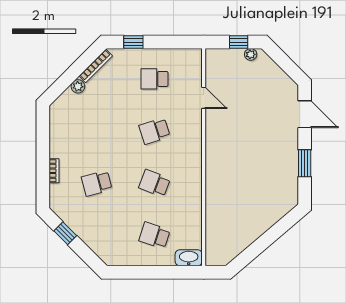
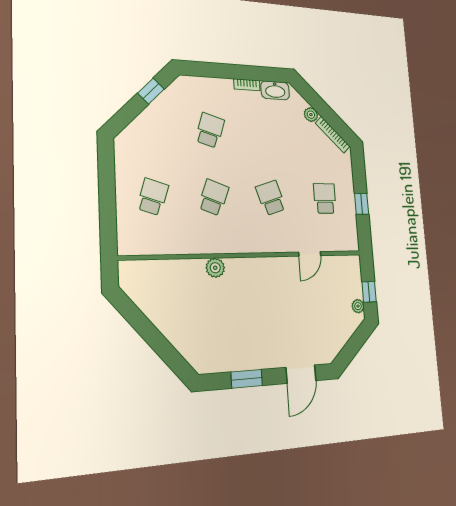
window: (133, 42) -> (362, 204), moved
bookcase: (54, 171) -> (247, 85), moved
school desk: (97, 183) -> (210, 130), turned 33
plant: (213, 185) -> (215, 268), added
washbasin: (189, 258) -> (275, 90), moved, turned 90

